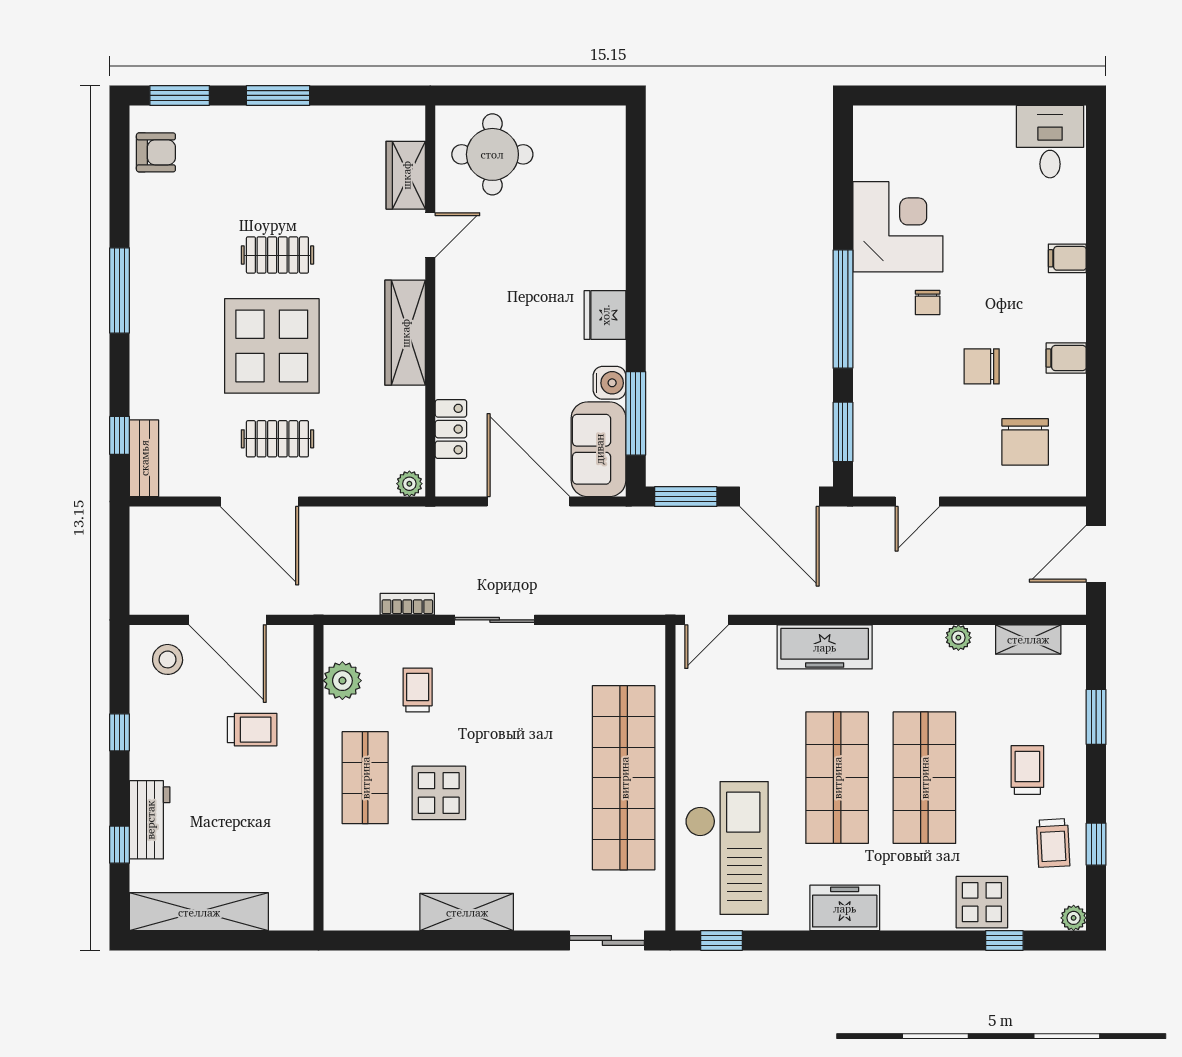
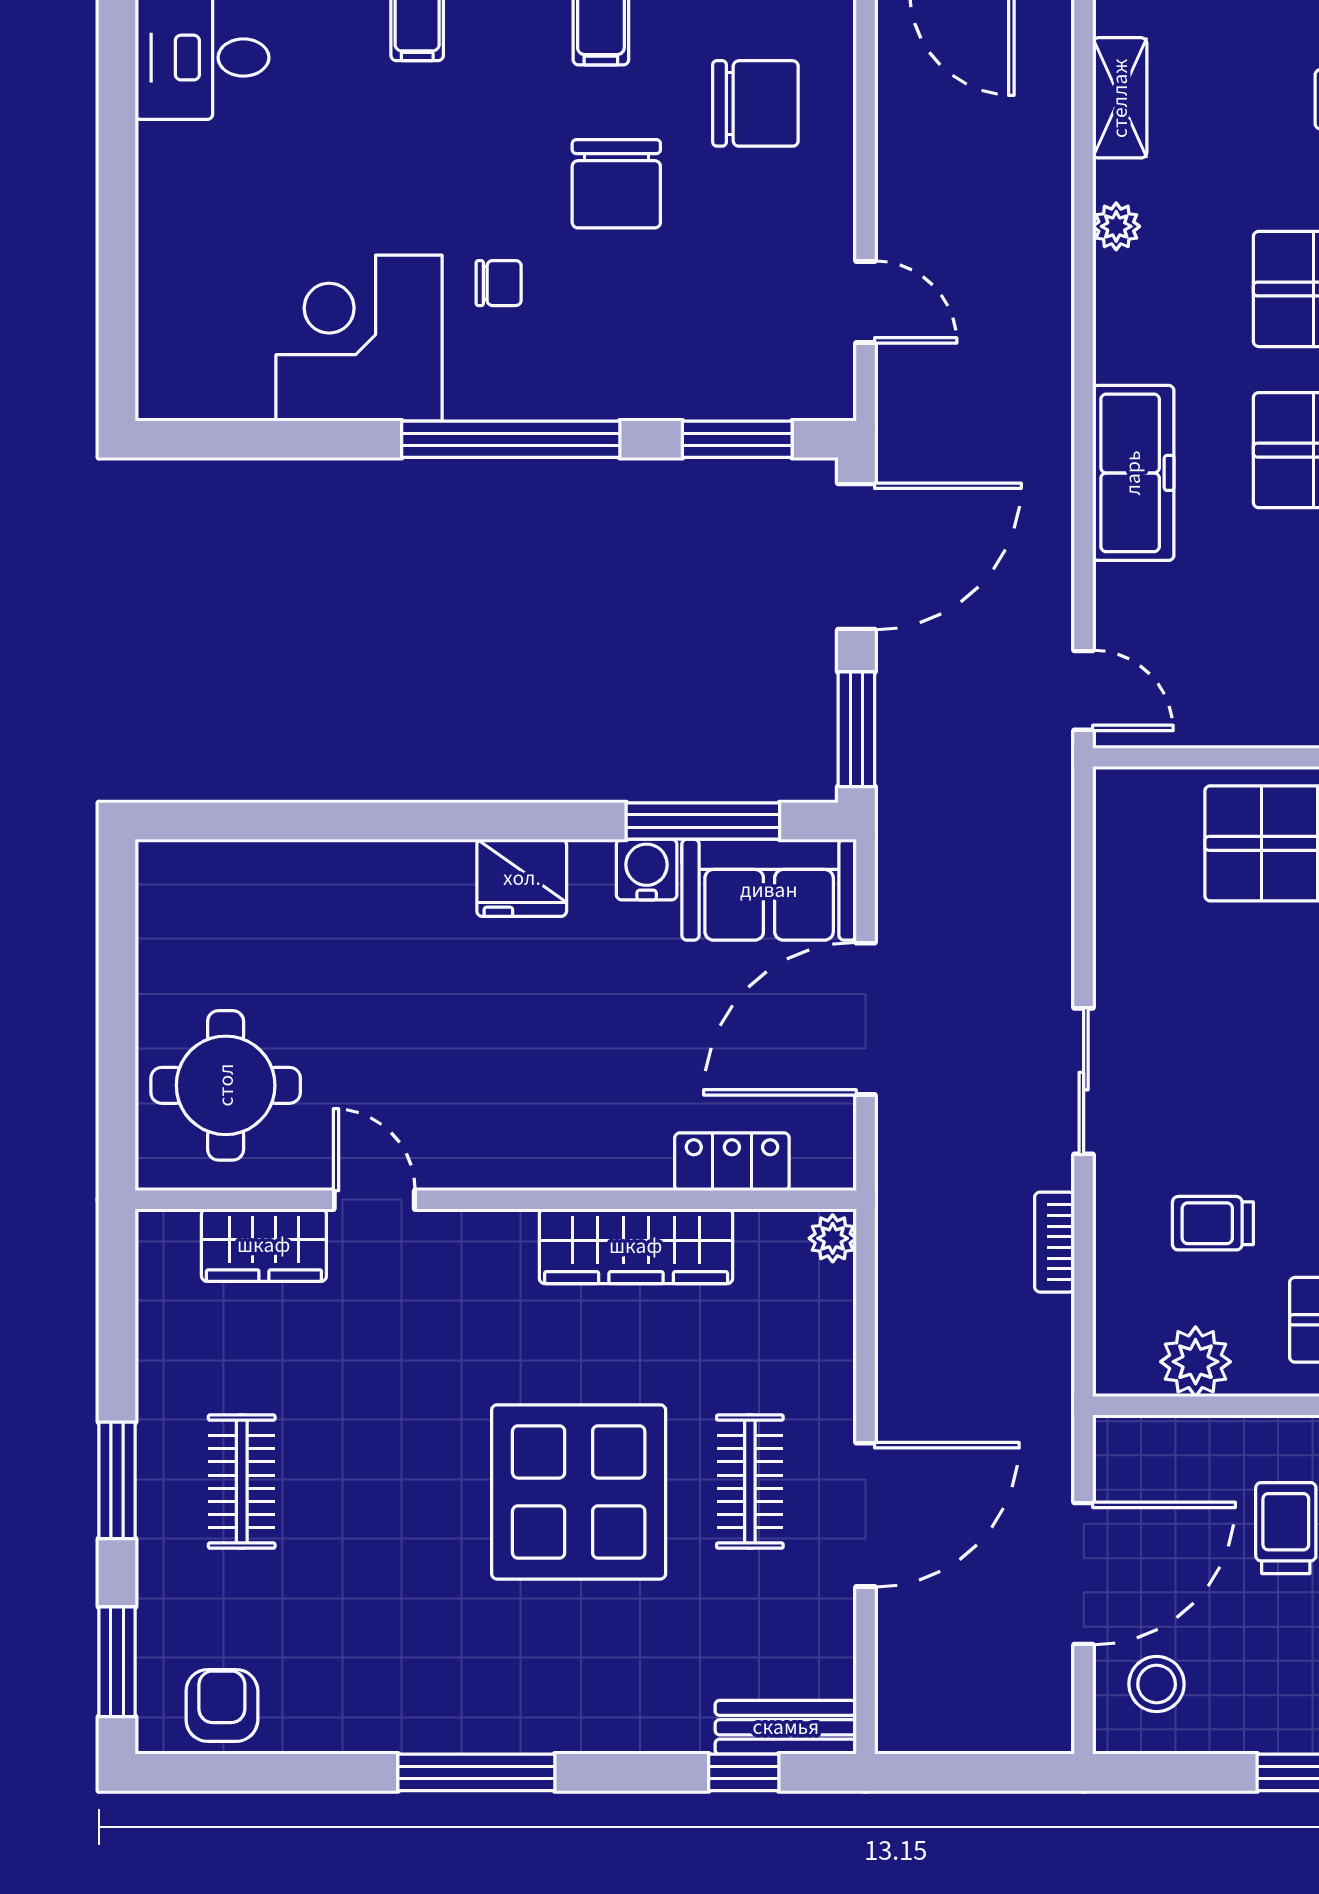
clothes rail: (277, 255) -> (242, 1482), moved
wardrobe: (405, 333) -> (636, 1246), moved
chair: (982, 366) -> (616, 184), width x1.37, depth x1.37

